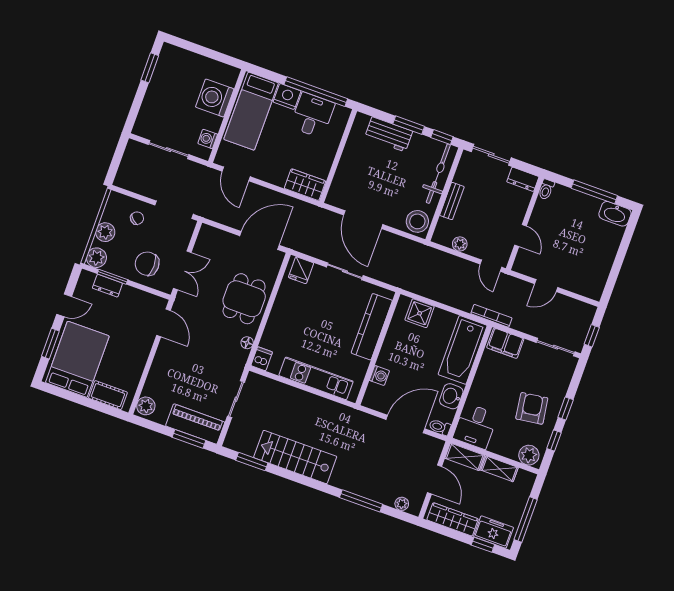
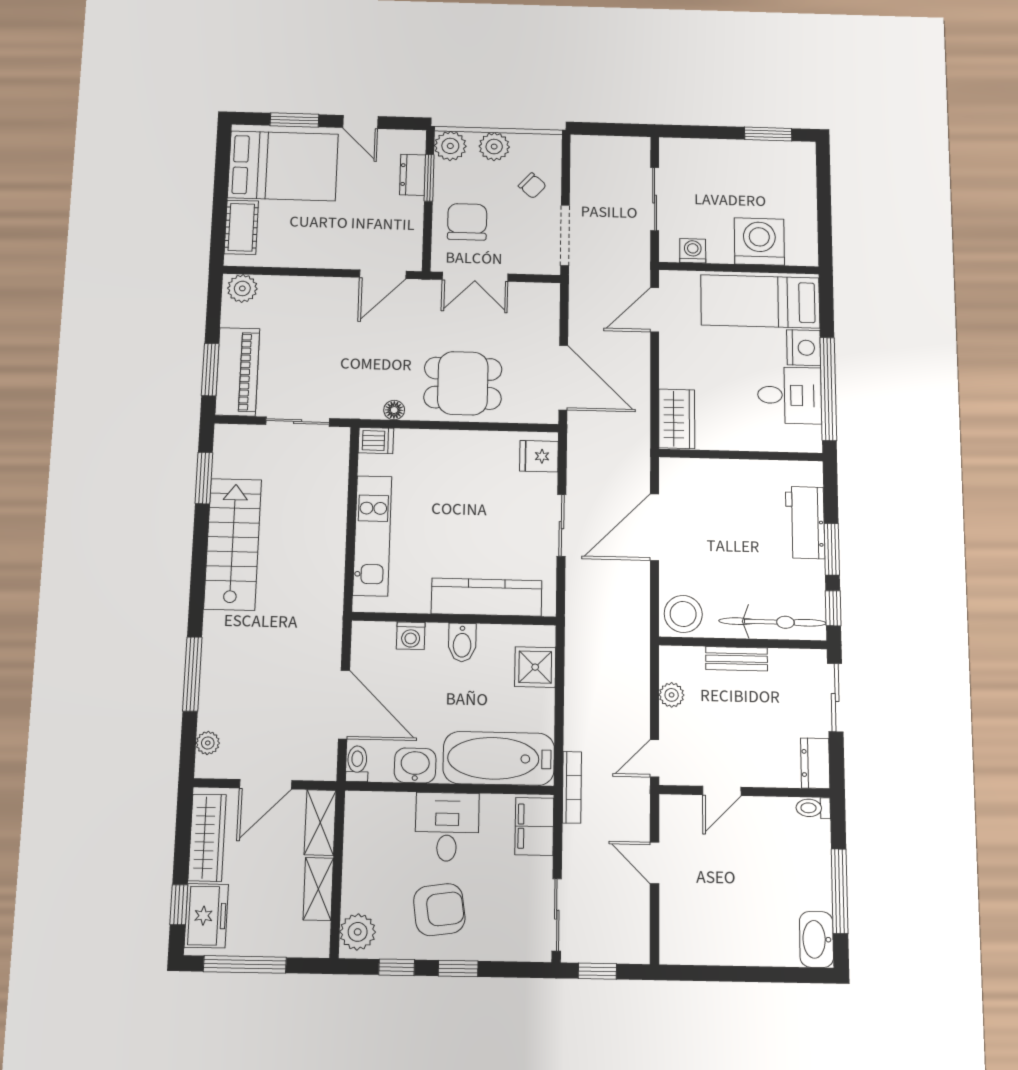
bidet: (393, 349) -> (462, 643), added
desk: (475, 426) -> (447, 827), moved, turned 90

